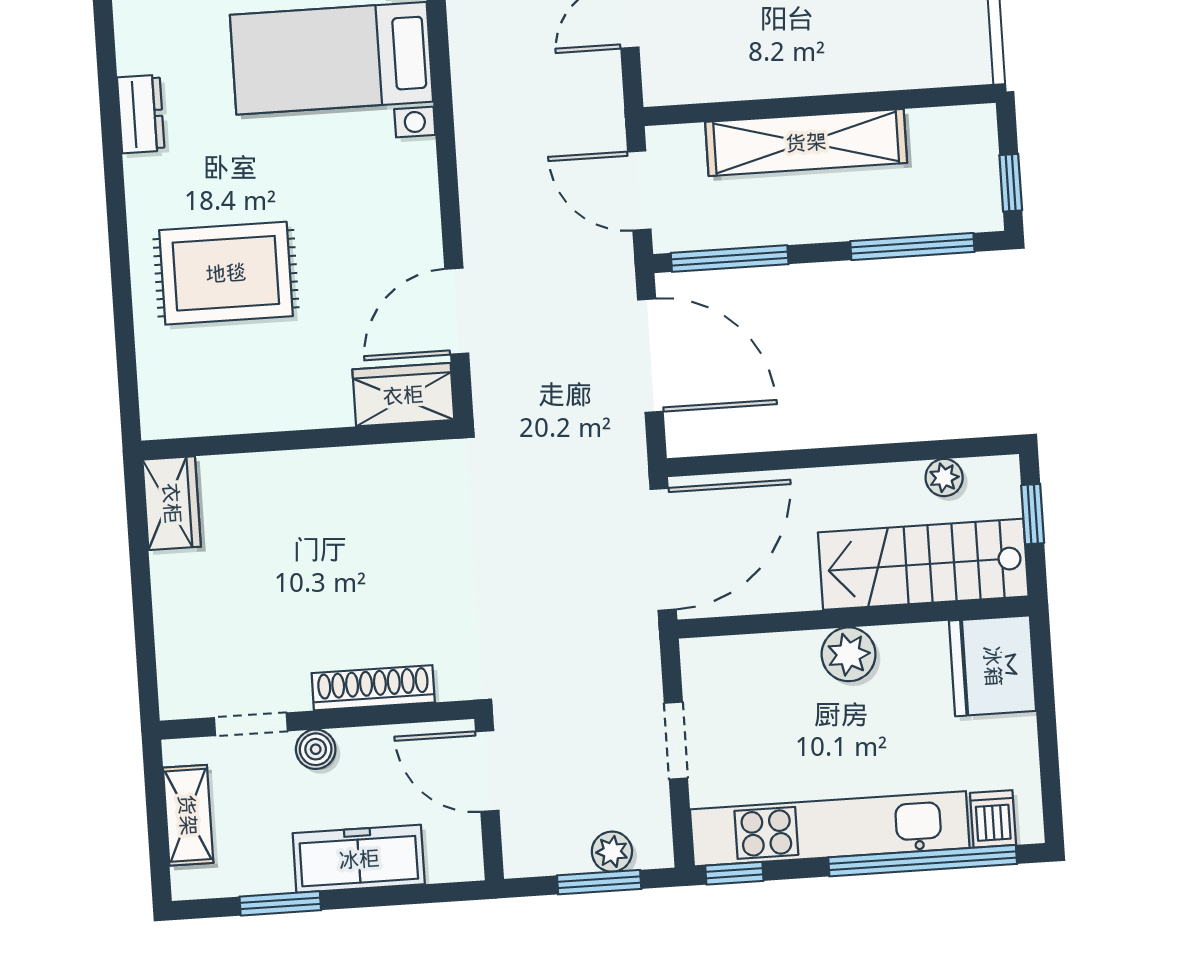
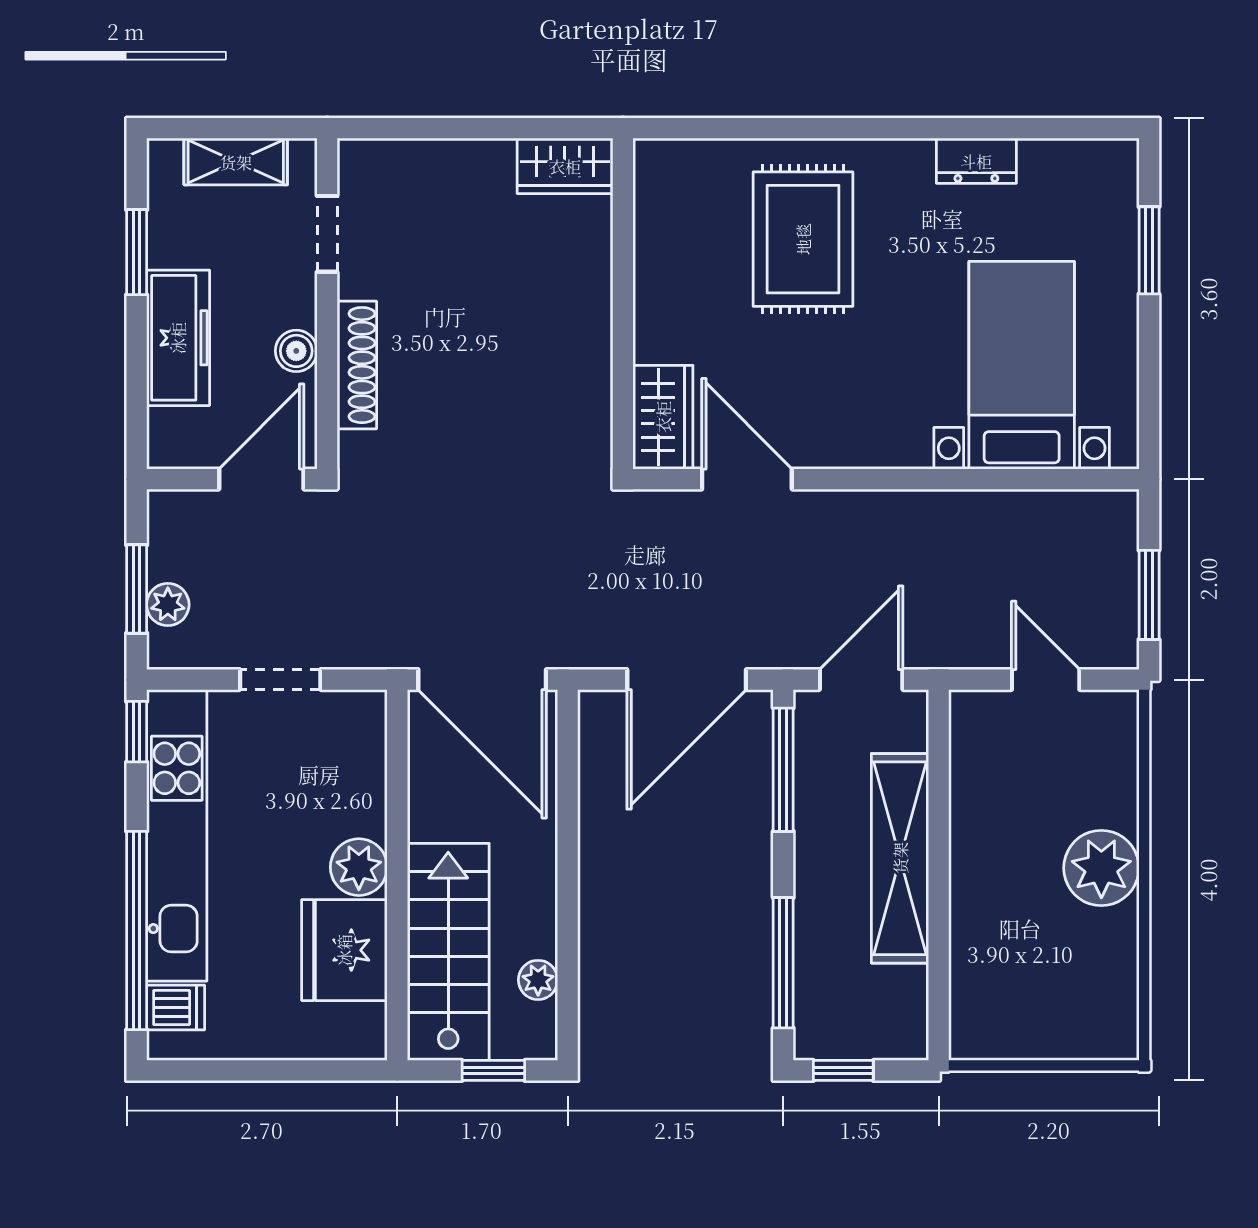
fridge: (993, 666) -> (344, 950), moved, turned -90
boiler: (316, 749) -> (296, 351), moved

